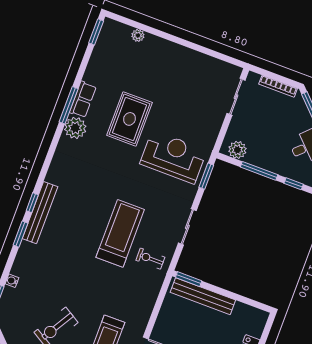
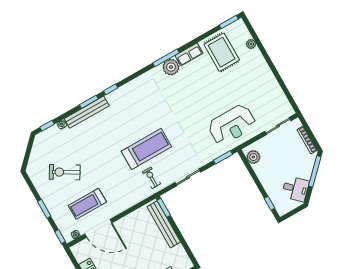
window: (69, 105) -> (166, 58), moved
rug: (129, 119) -> (222, 52), moved, turned 90
reception desk: (173, 157) -> (232, 125), moved, turned 90
window: (259, 171) -> (256, 179), removed
bench: (40, 213) -> (87, 112), moved

